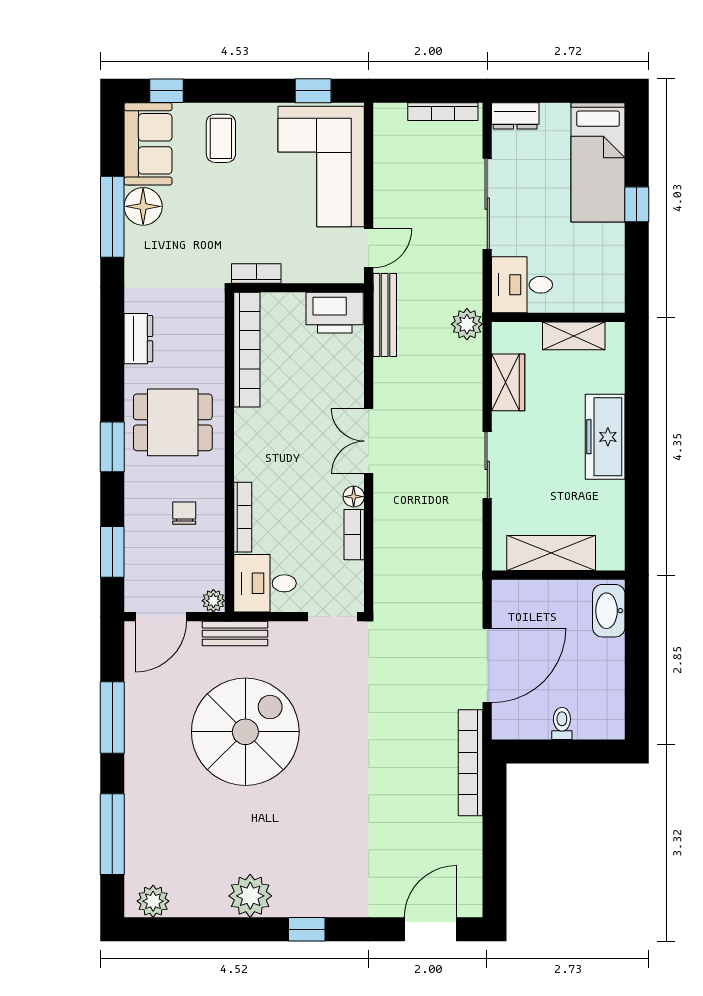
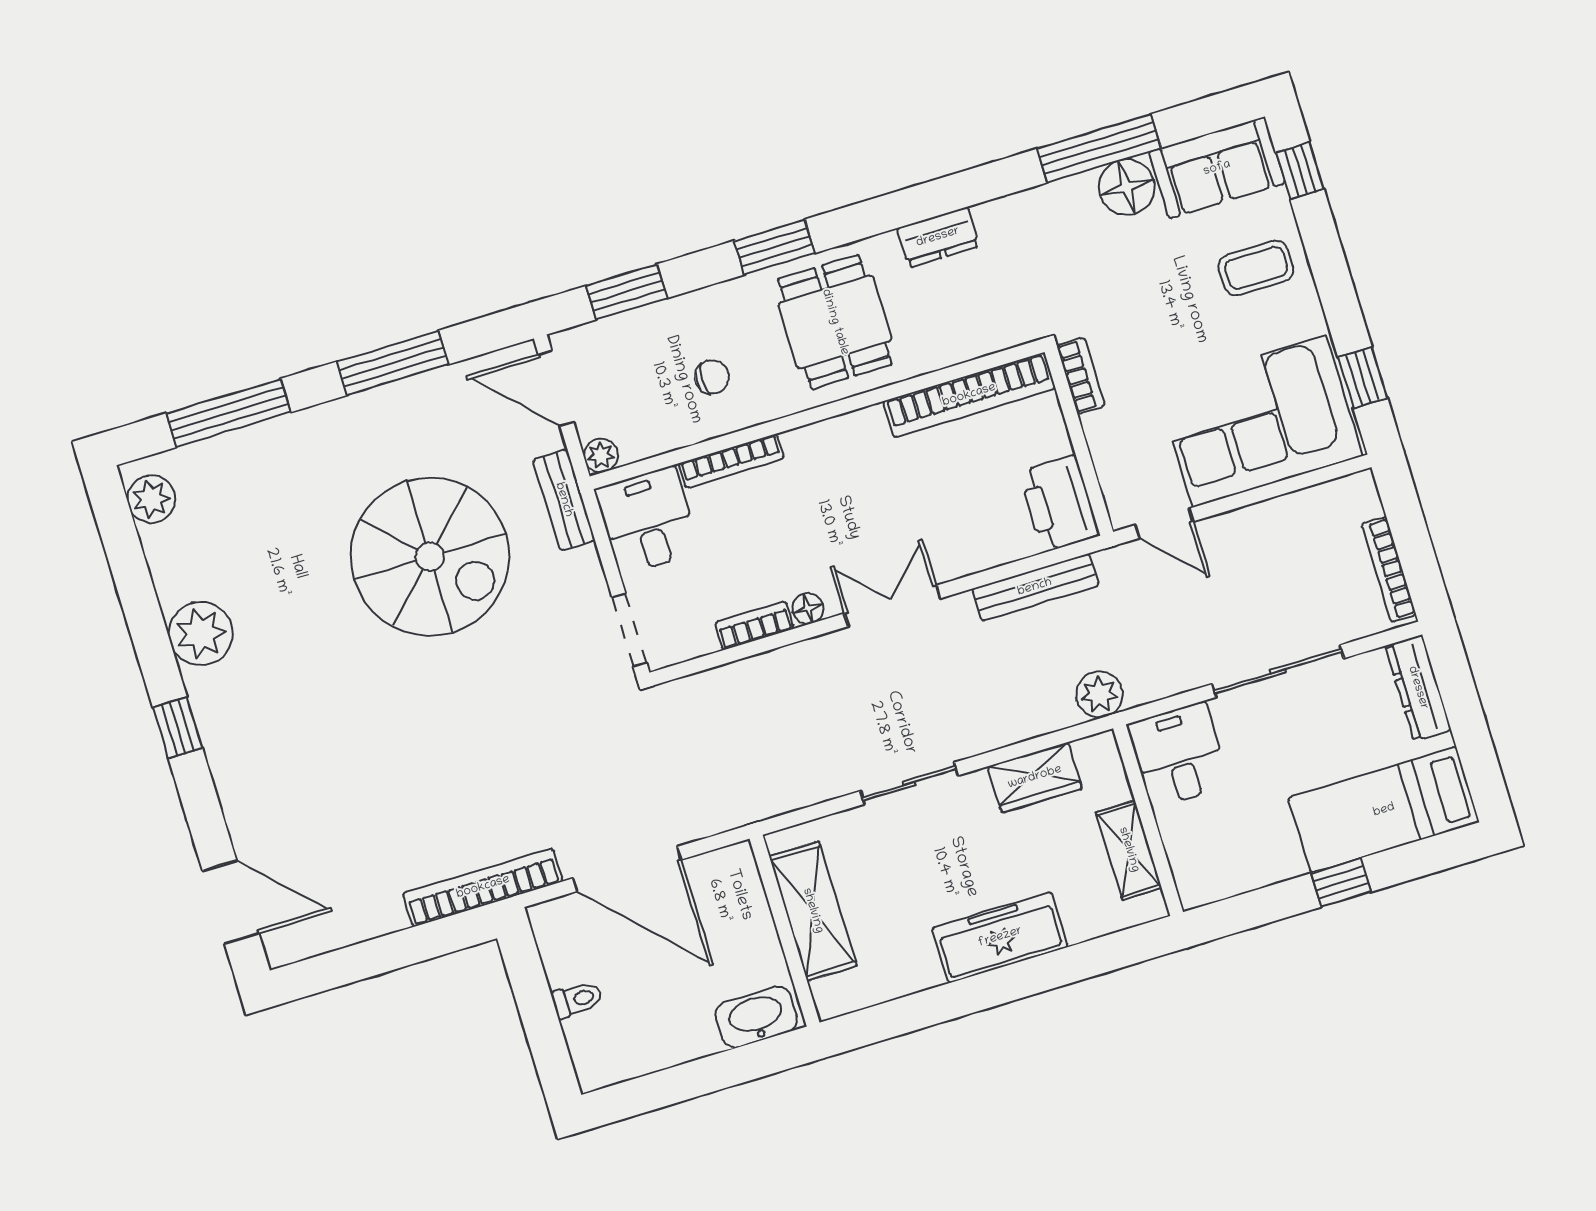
dresser: (515, 116) -> (1418, 688), width x1.44
bench: (385, 315) -> (1035, 587), moved

